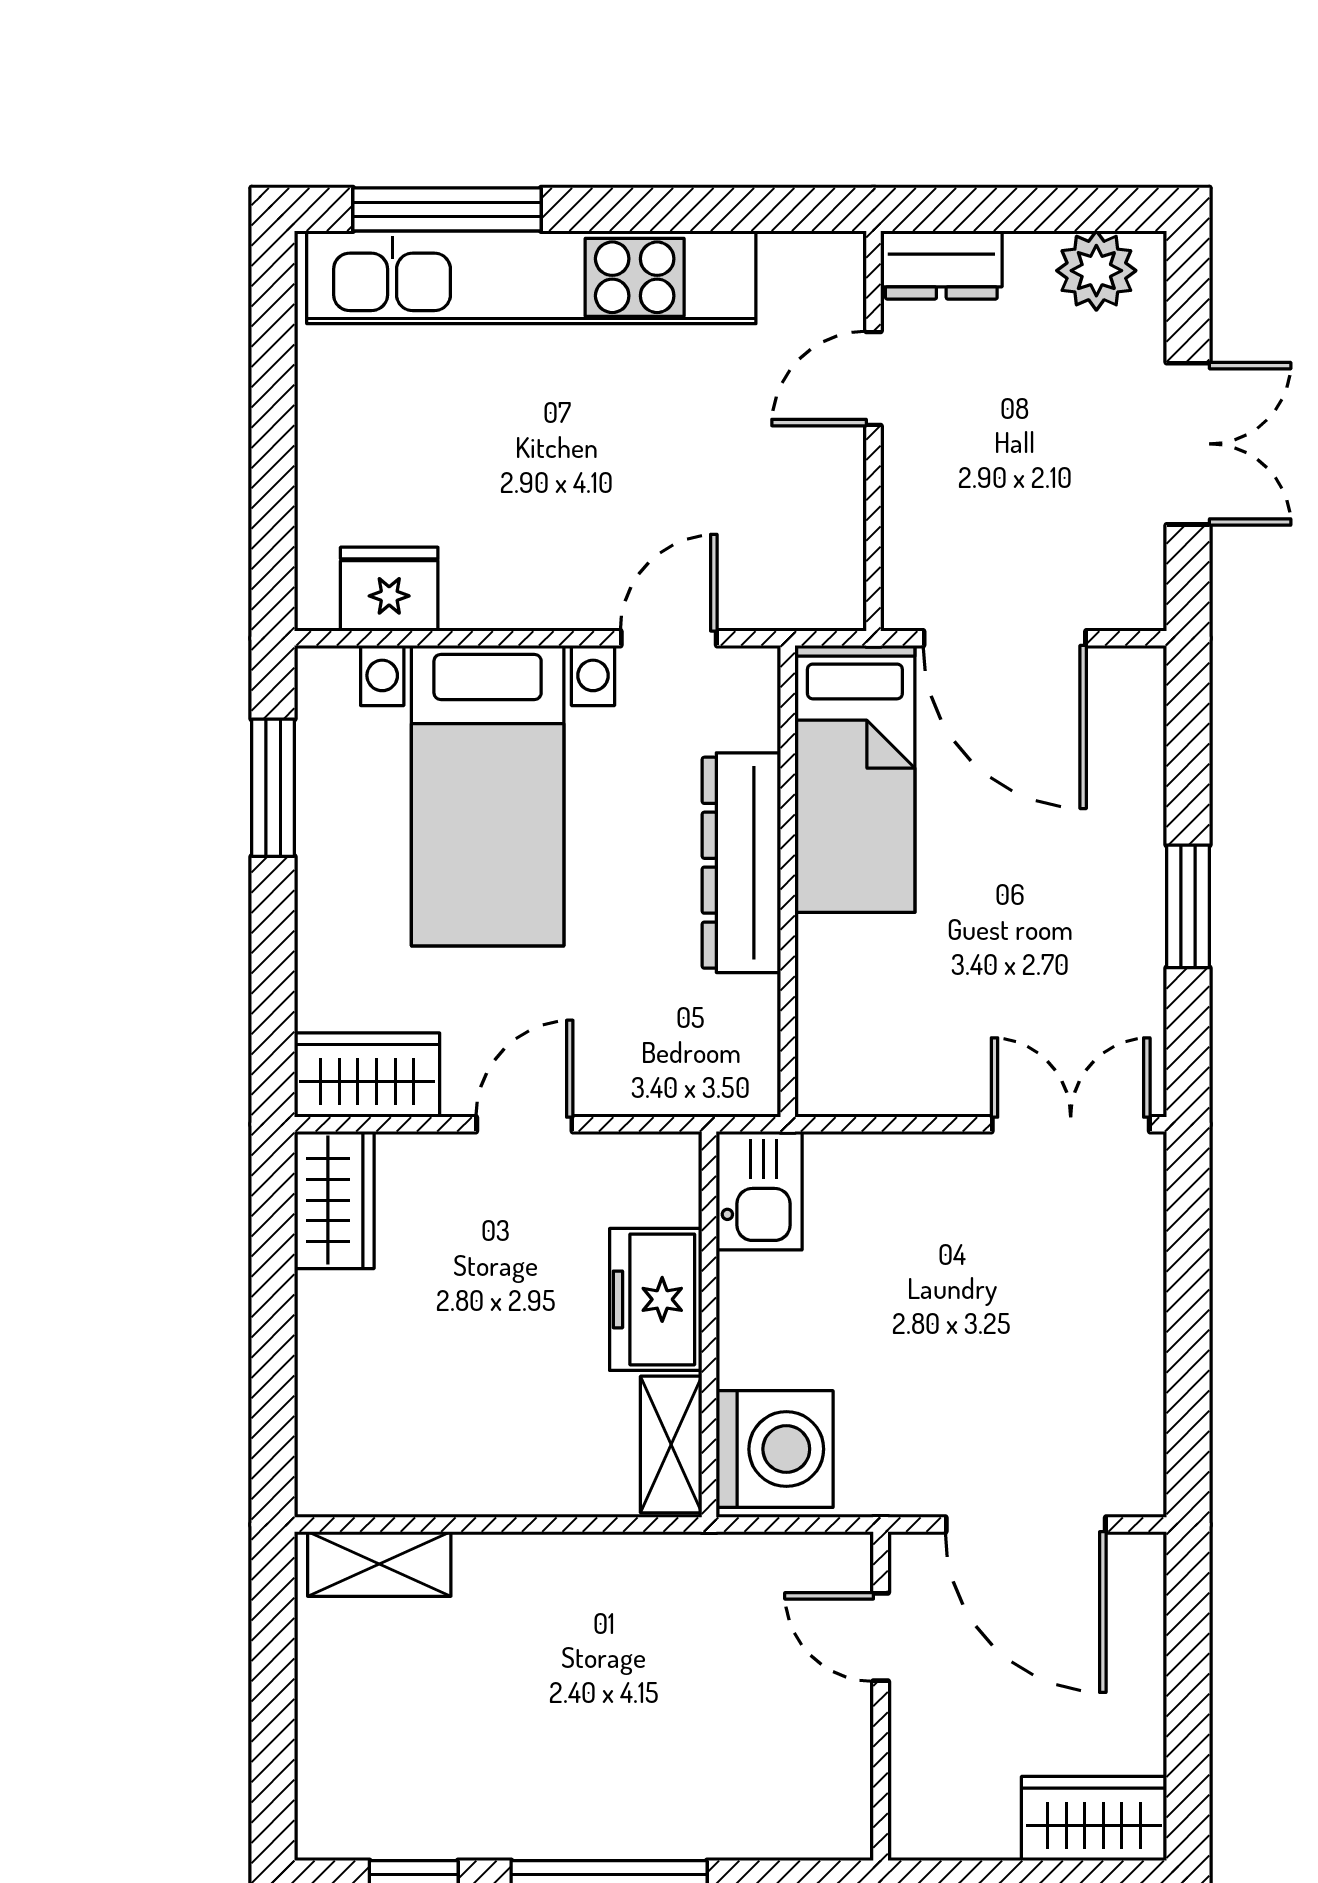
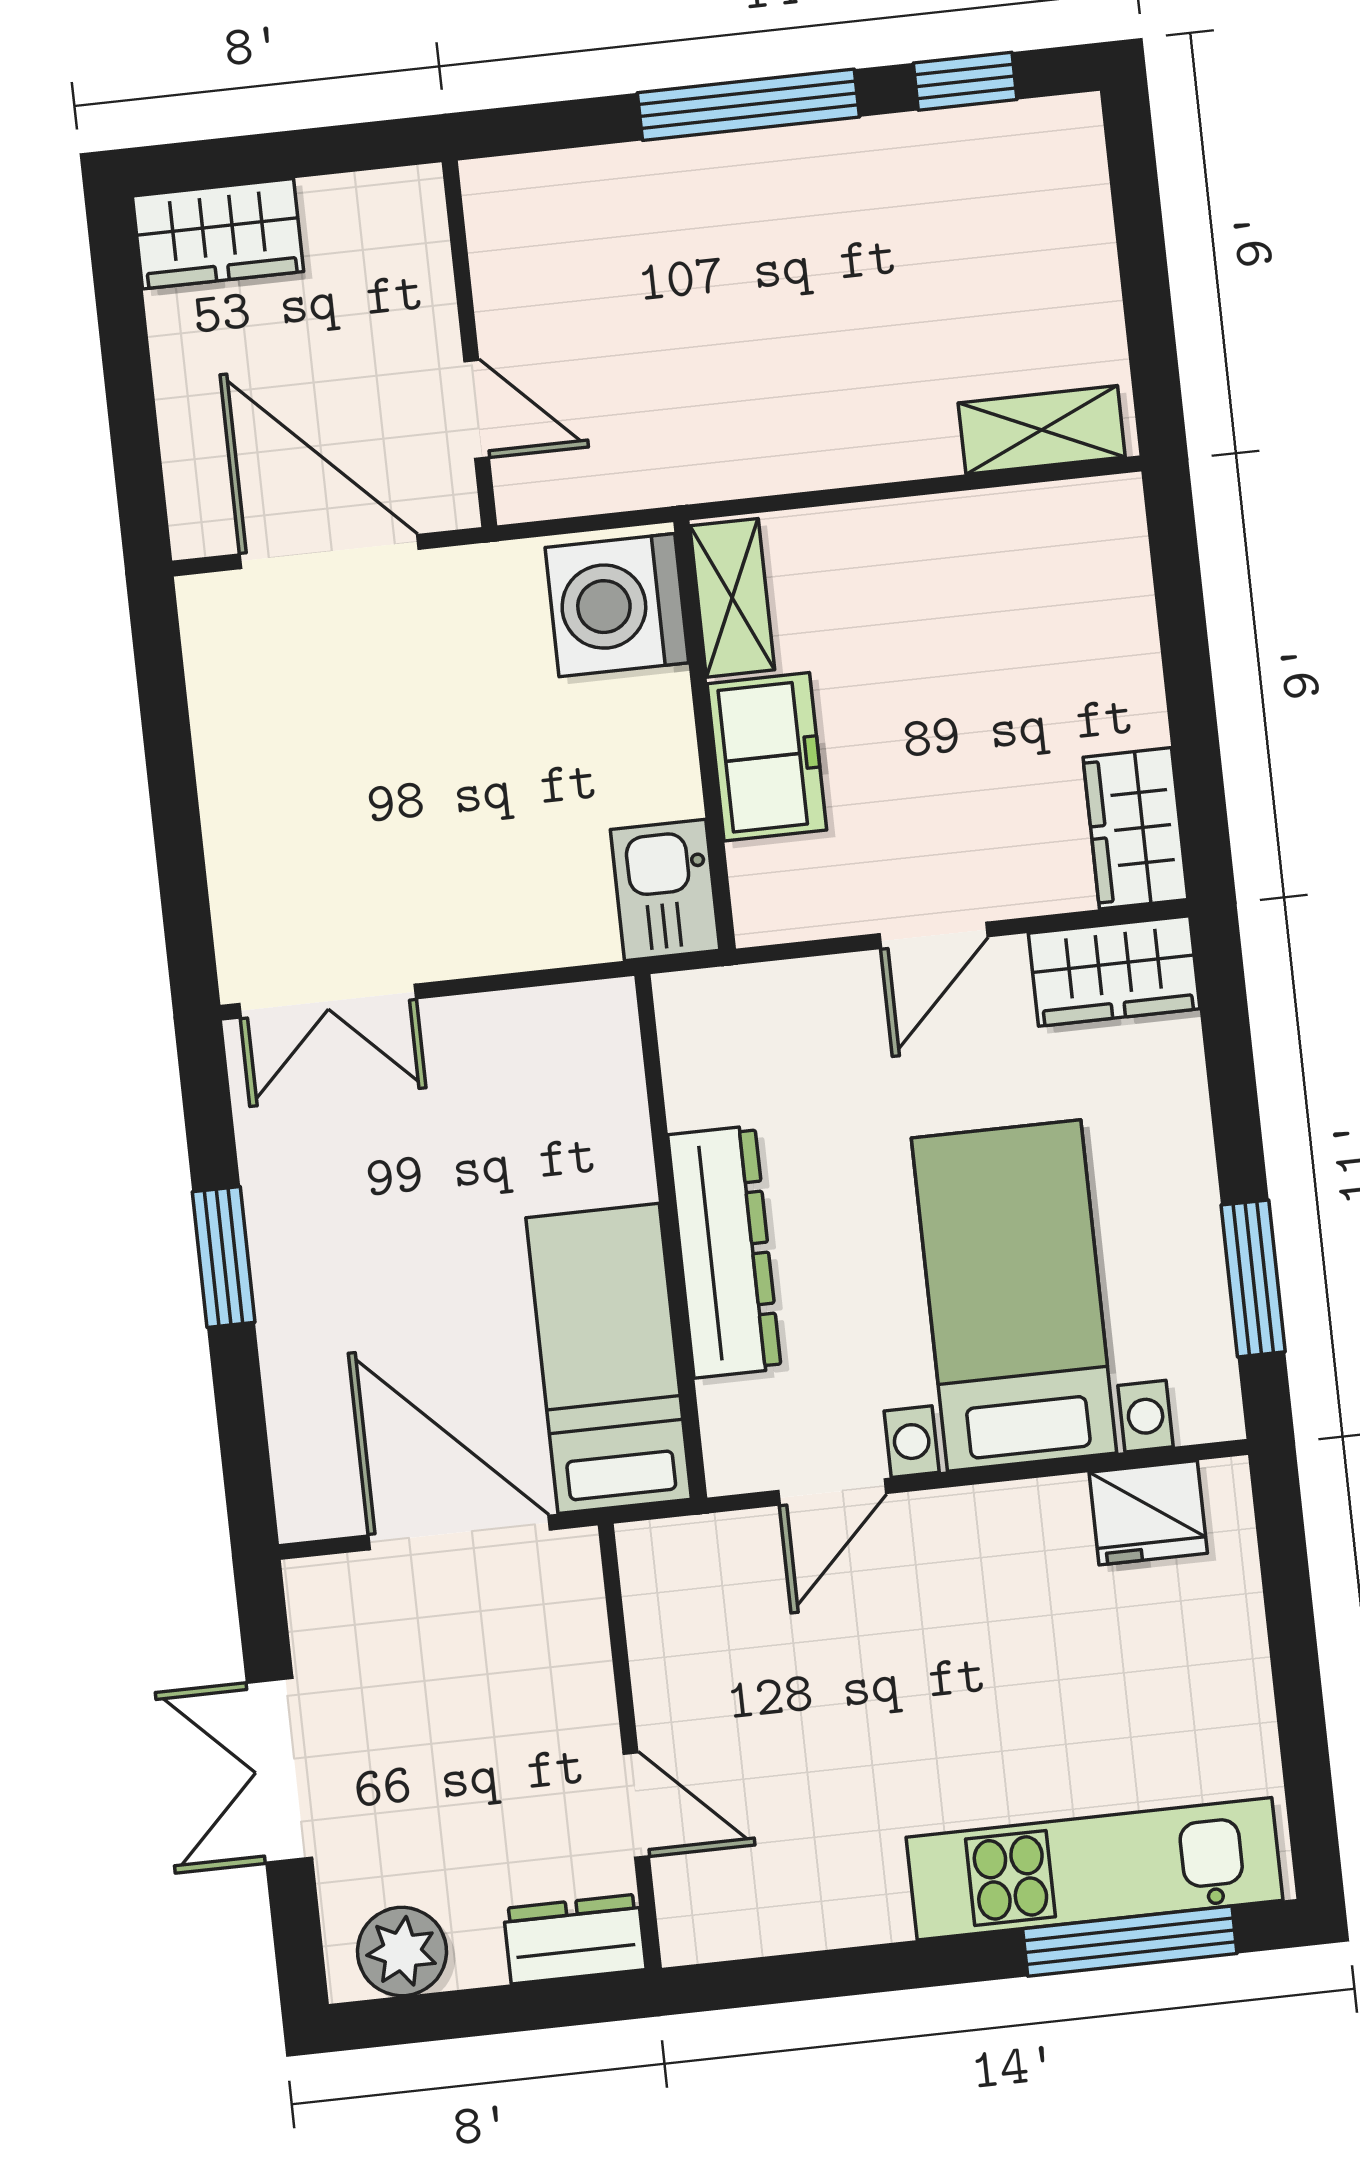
kitchen unit: (531, 277) -> (1095, 1869), width x0.73
door: (873, 378) -> (636, 1805), hinge flipped

